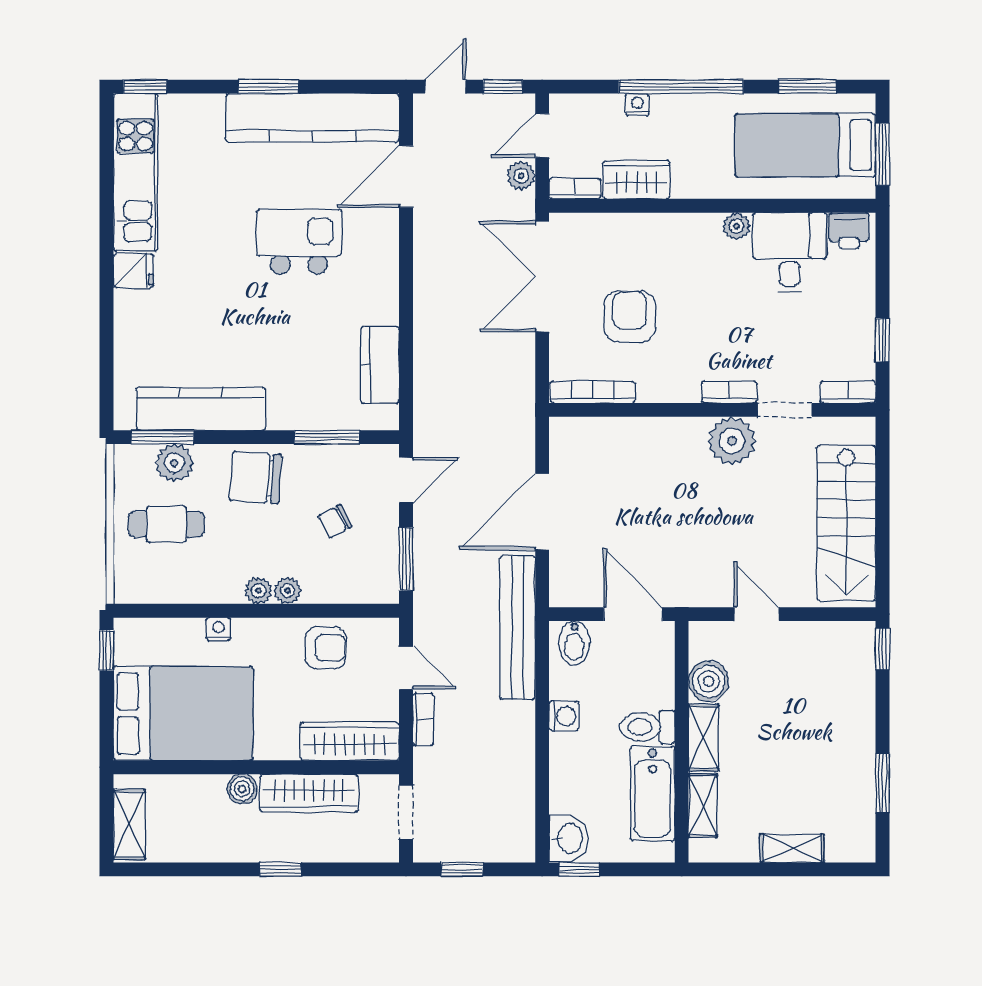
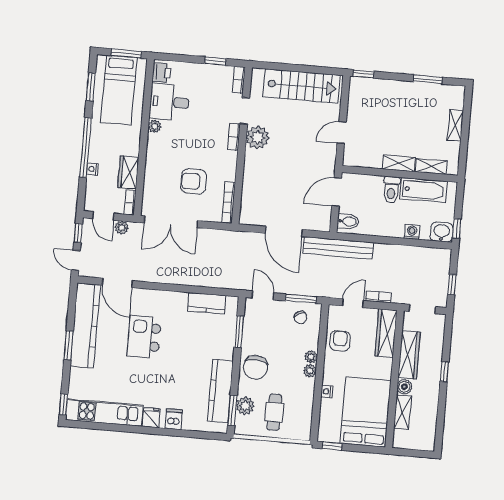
dishwasher: (134, 317) -> (174, 419), added
chair: (335, 521) -> (300, 317), moved
boiler: (709, 681) -> (372, 159), removed
washing machine: (564, 716) -> (412, 232), moved
shelving: (129, 824) -> (403, 412), moved, turned 90

